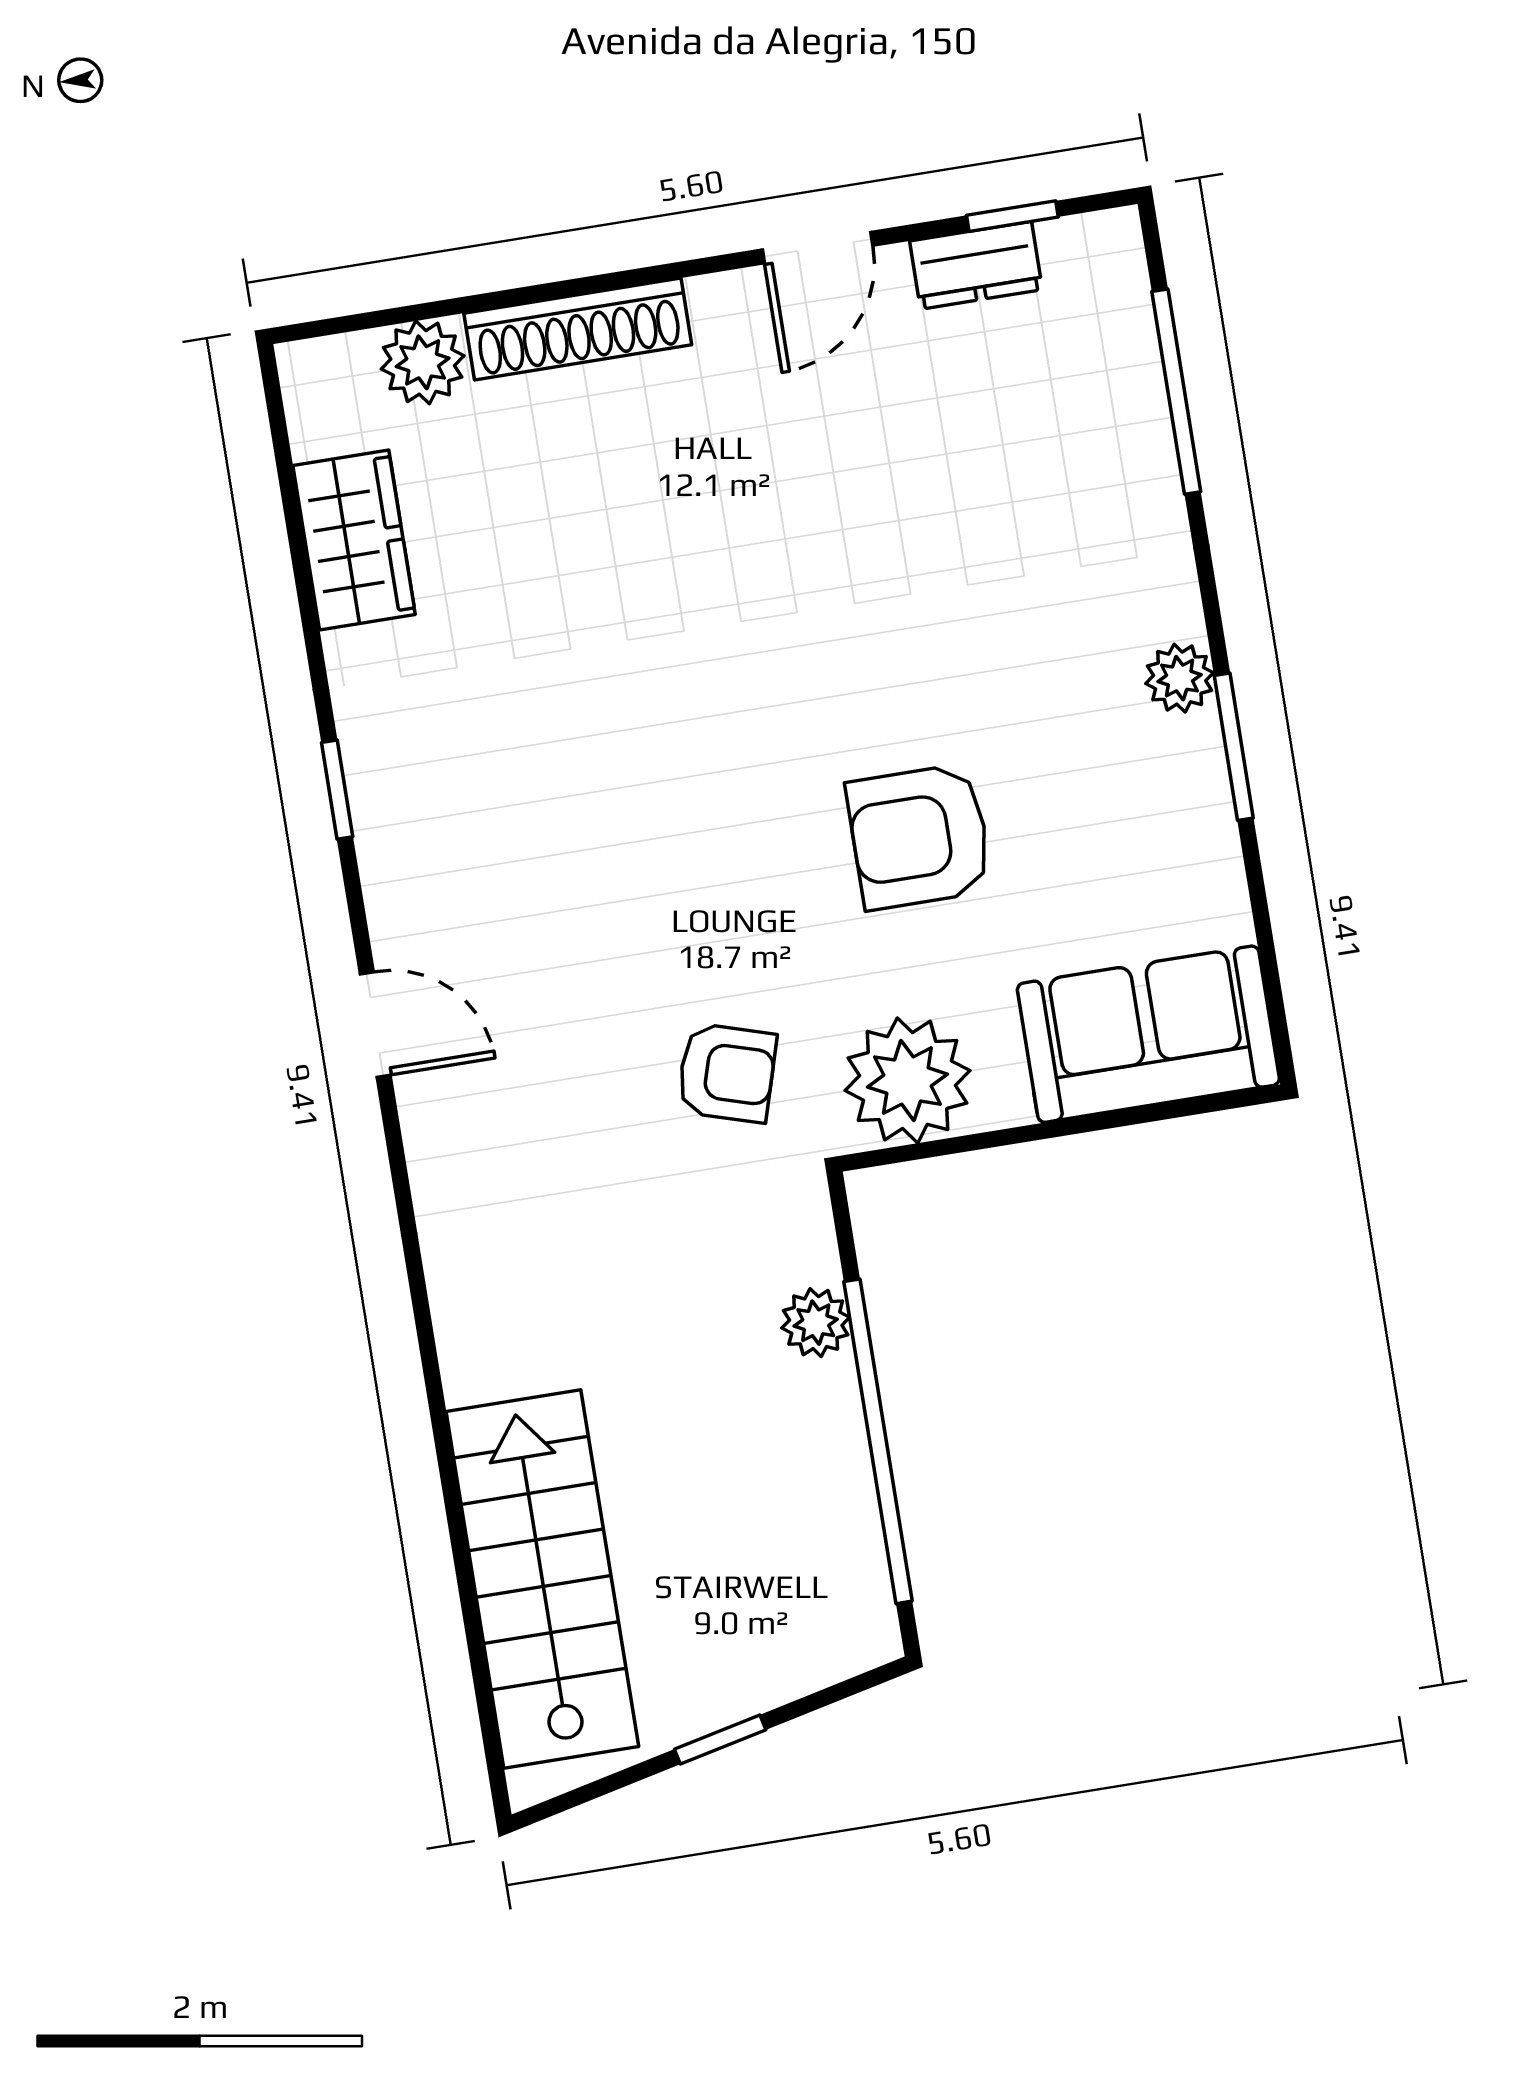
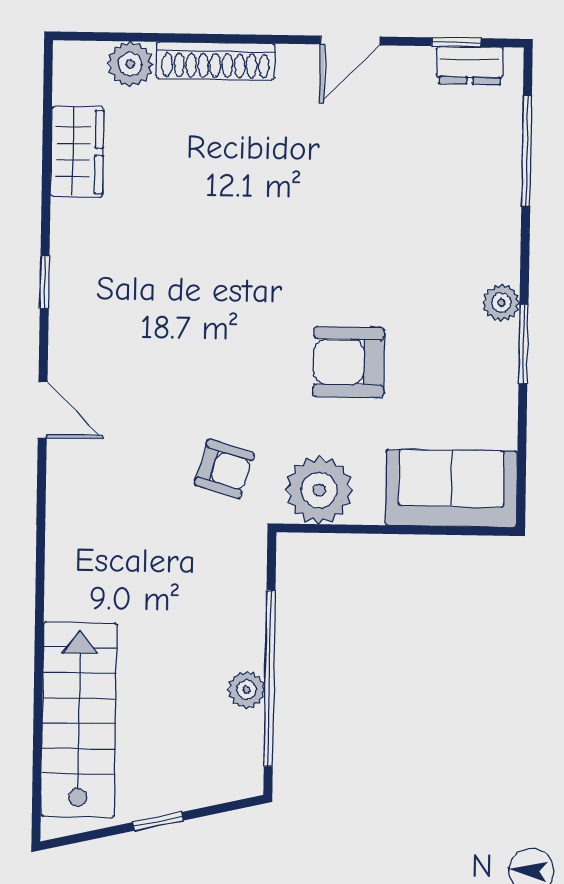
dresser: (976, 265) -> (470, 65), moved
plant: (816, 1323) -> (247, 690), moved

